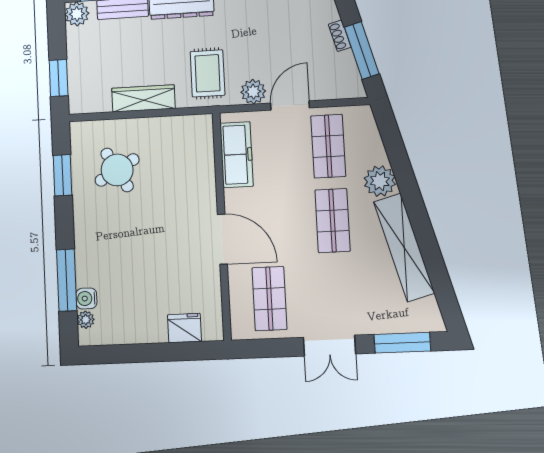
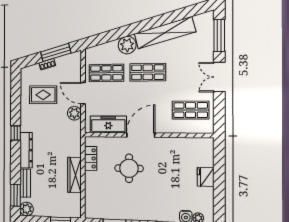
rug: (207, 73) -> (43, 95), moved
locker: (175, 126) -> (91, 158), added
round table: (117, 170) -> (129, 168), moved, turned 30
door: (222, 239) -> (141, 135), moved
fridge: (185, 328) -> (206, 177), moved
double door: (329, 346) -> (219, 77), swing flipped

